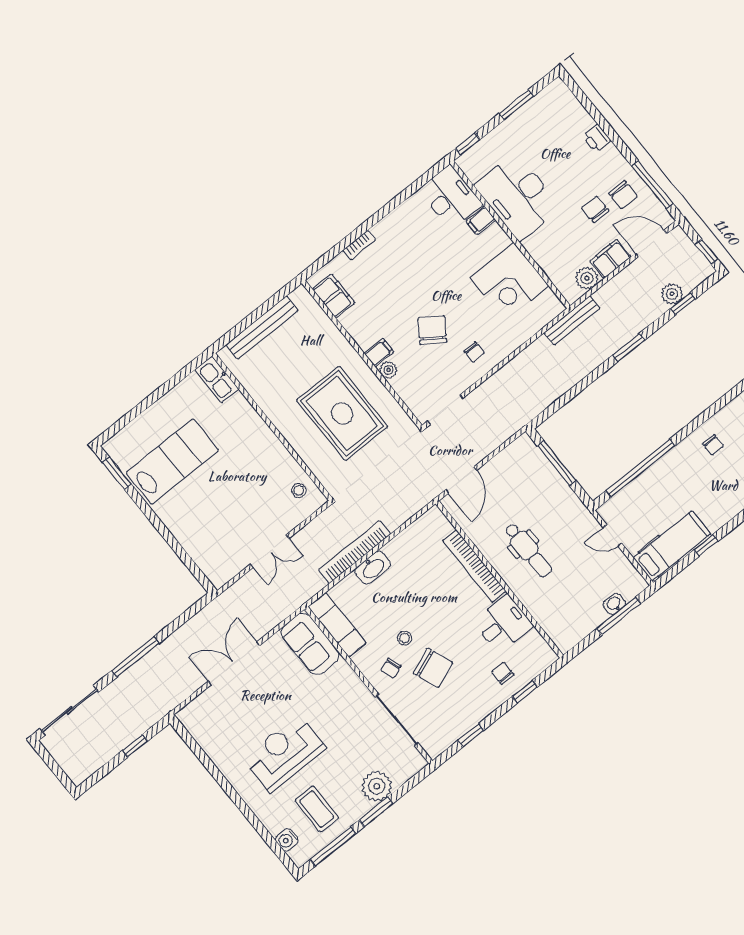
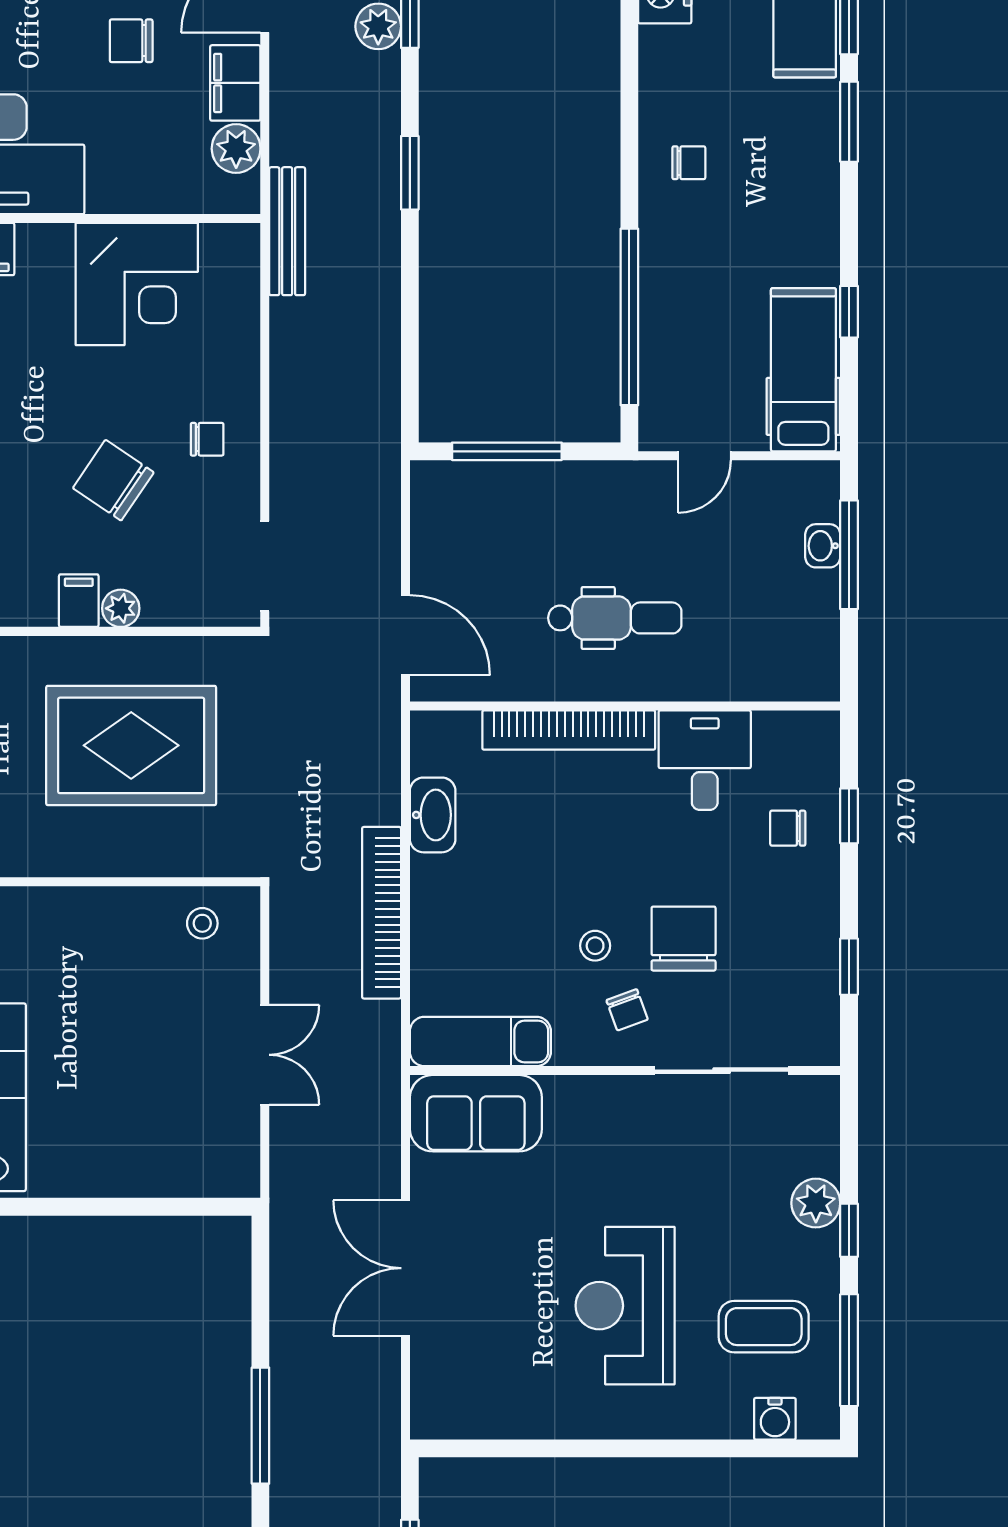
washbasin: (373, 568) -> (433, 815), moved
chair: (433, 668) -> (684, 939), turned -69
plant: (377, 786) -> (816, 1203), width x0.73, depth x0.73
window: (376, 812) -> (849, 1230), width x0.67

